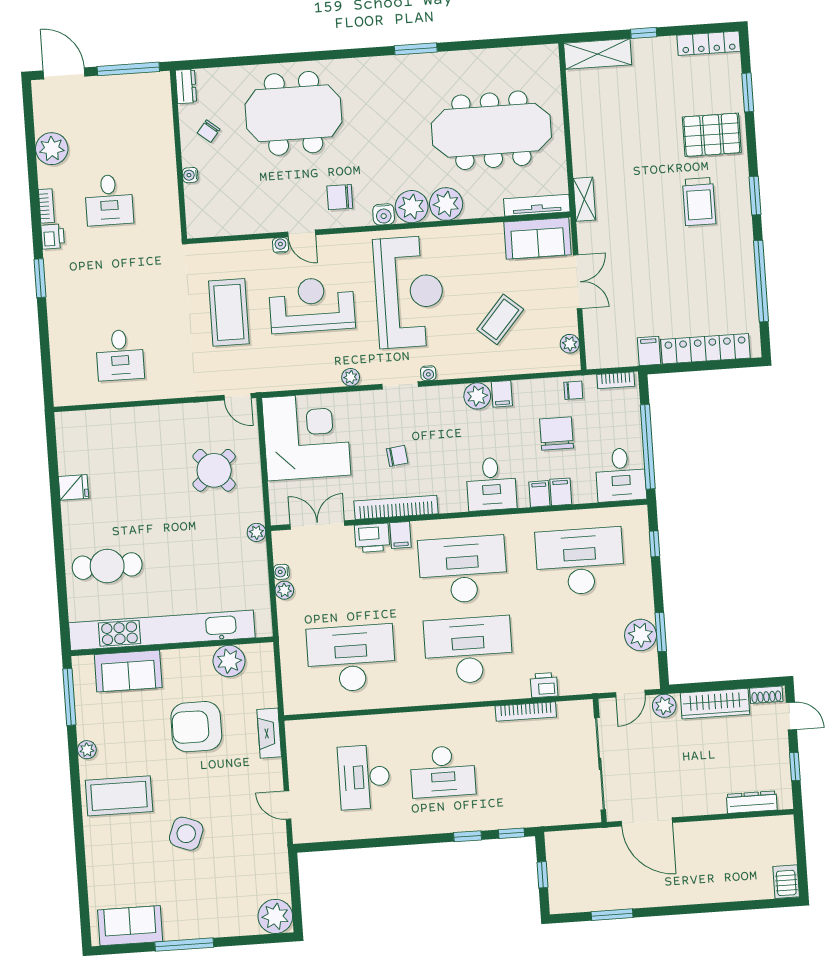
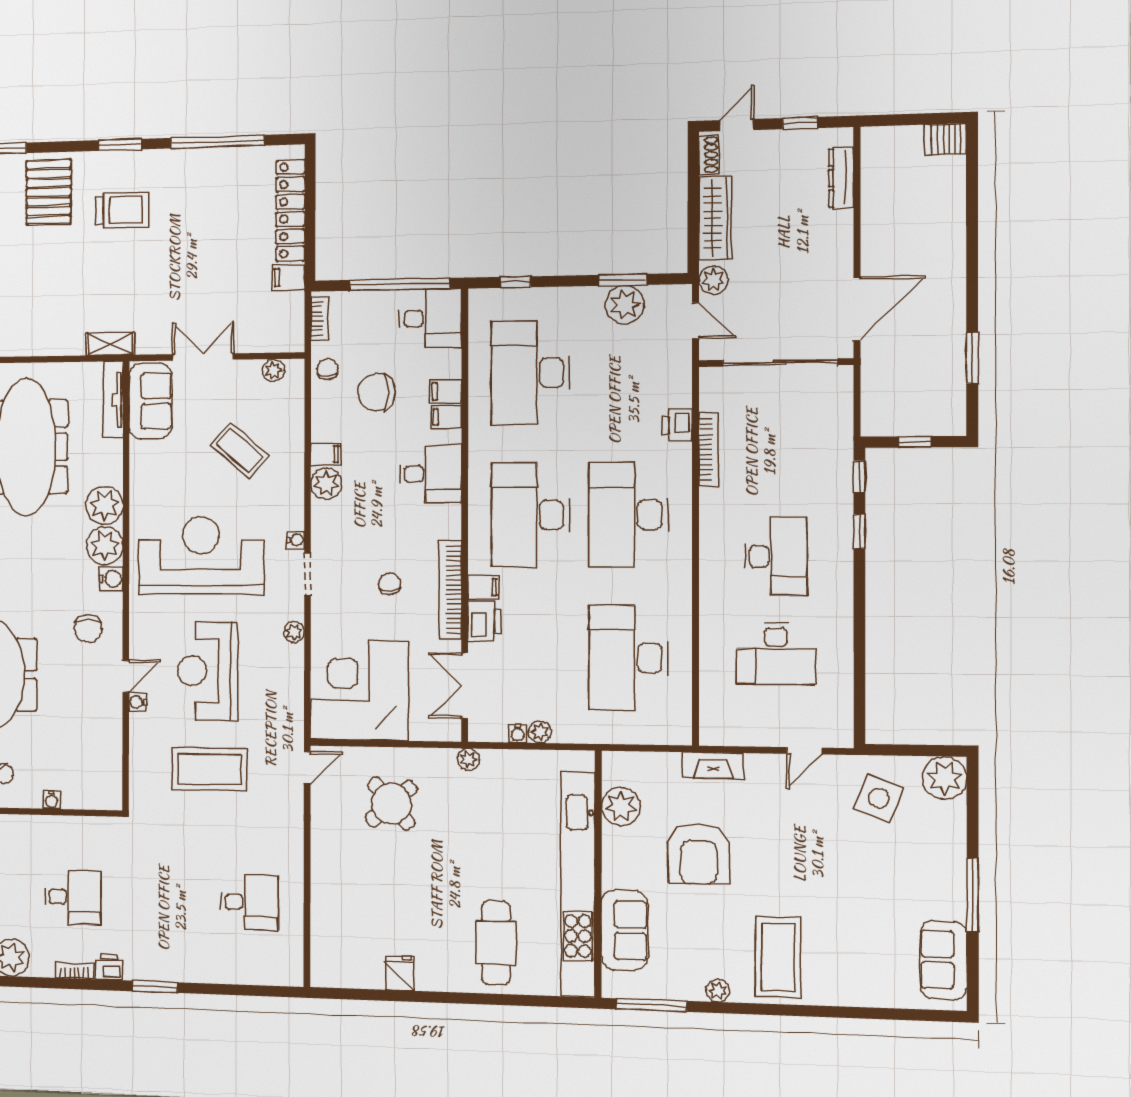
side table: (186, 834) -> (879, 798), moved

